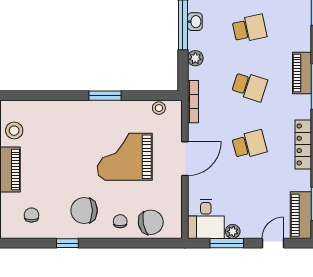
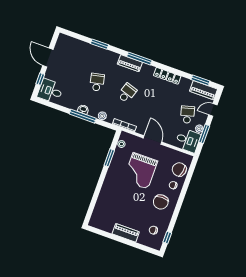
window: (105, 96) -> (109, 158), moved
stool: (14, 131) -> (106, 223), removed
school desk: (249, 144) -> (187, 115), moved
chair: (151, 222) -> (179, 169), turned -68
window: (67, 243) -> (167, 238), moved
door: (273, 243) -> (213, 110), hinge flipped

